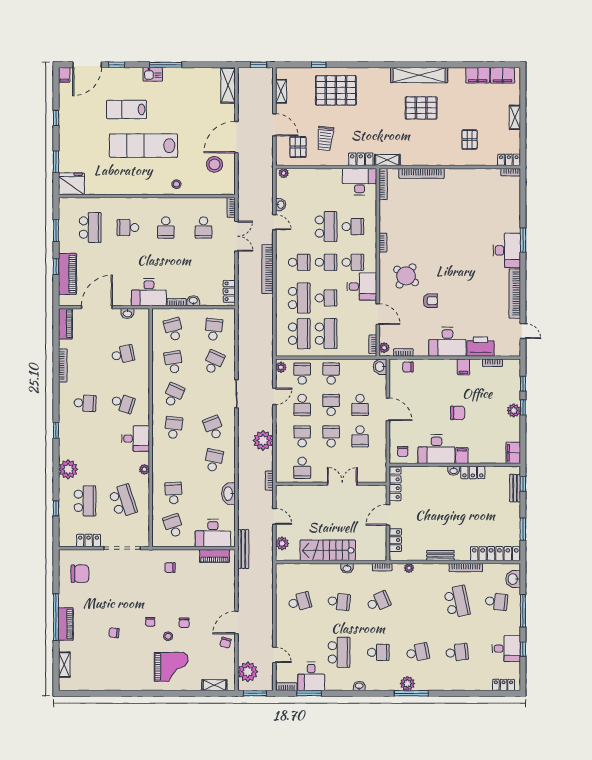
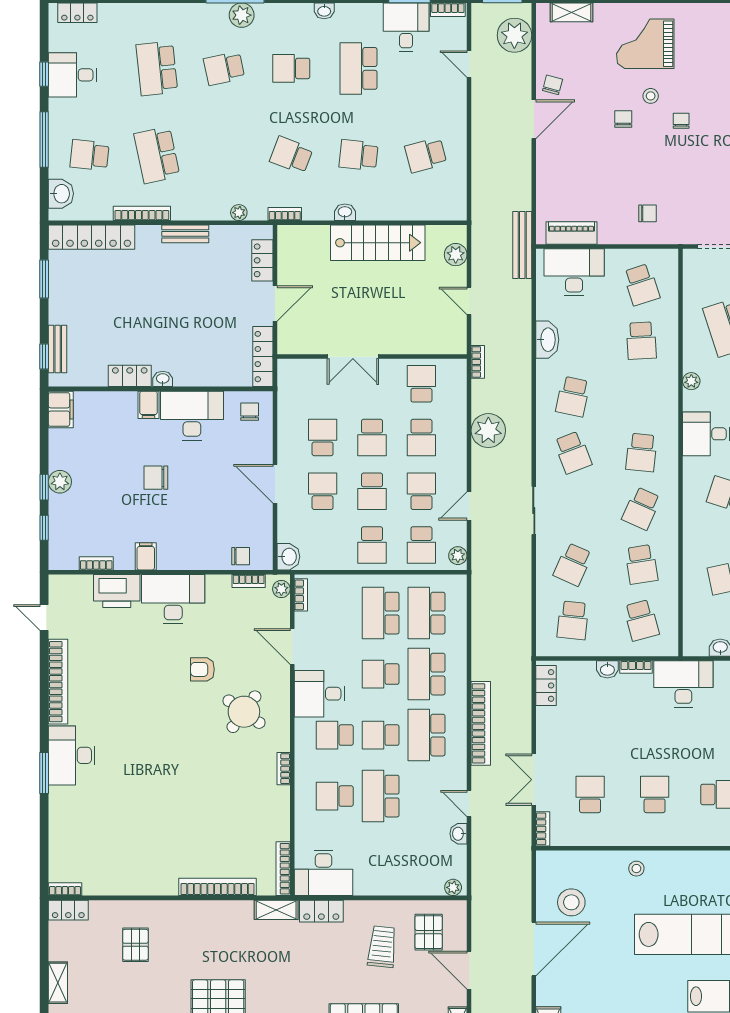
school desk: (299, 262) -> (427, 735), width x1.85
school desk: (378, 602) -> (291, 155), turned 45
school desk: (457, 652) -> (157, 68), width x1.85

